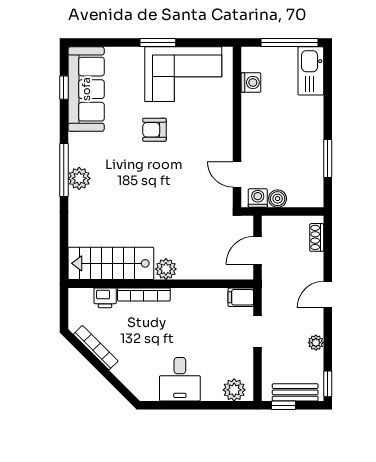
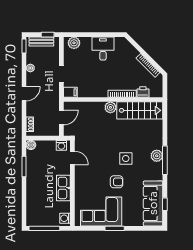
kitchen sink: (311, 71) -> (63, 188), moved, turned 180
washing machine: (251, 83) -> (65, 218), moved
side table: (137, 173) -> (126, 158), added
boiler: (278, 199) -> (31, 145), moved

